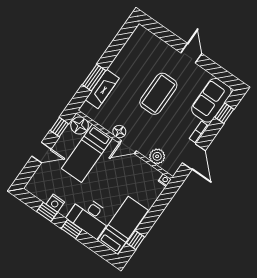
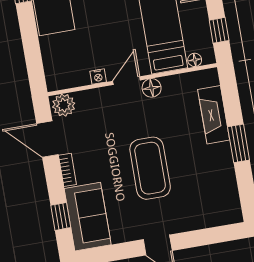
window: (94, 78) -> (239, 143), moved
floor lamp: (80, 125) -> (195, 60), width x0.53, depth x0.53
plant: (157, 156) -> (64, 105), moved
nightstand: (165, 180) -> (98, 77), moved

